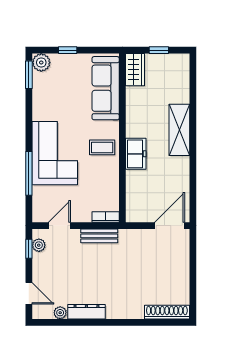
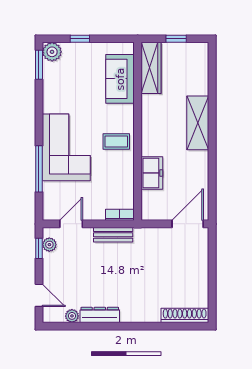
wardrobe: (135, 70) -> (151, 68), width x1.50
sofa: (106, 88) -> (120, 79), width x0.73
freezer: (136, 154) -> (152, 173), moved

